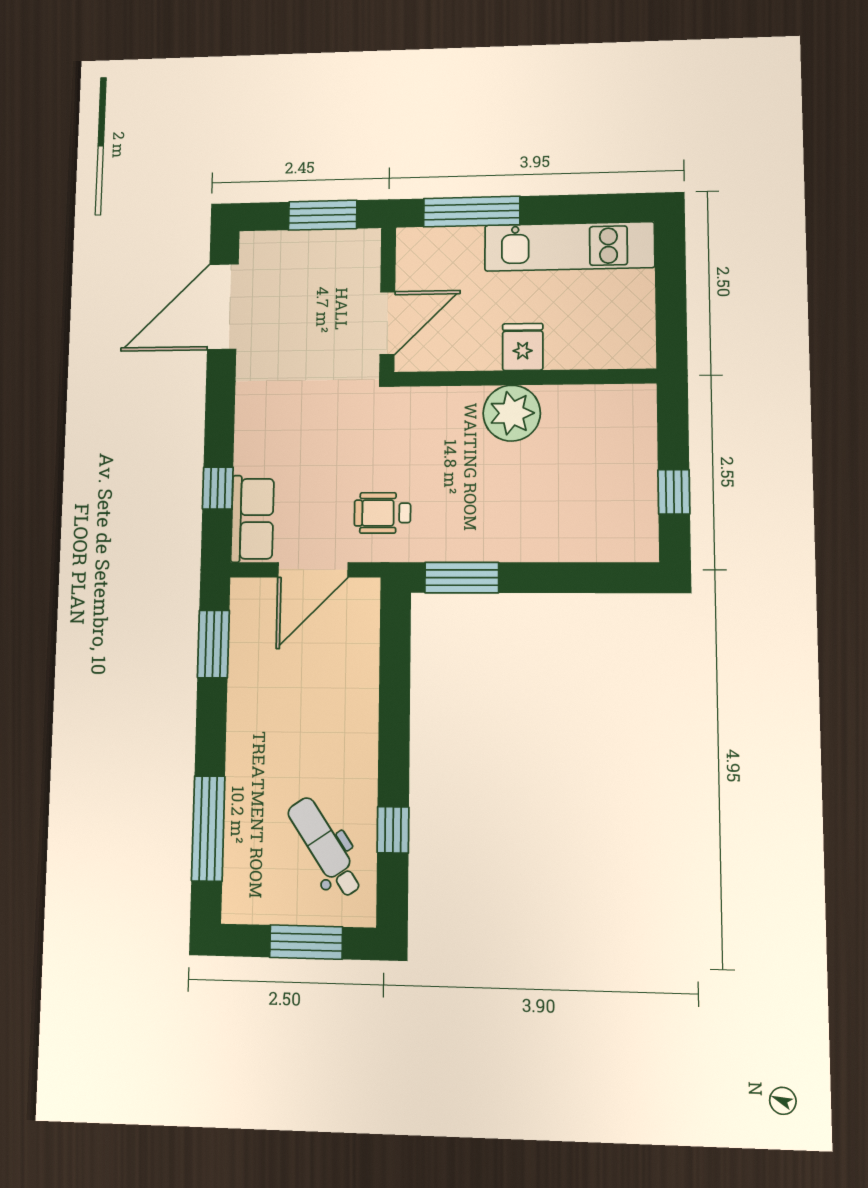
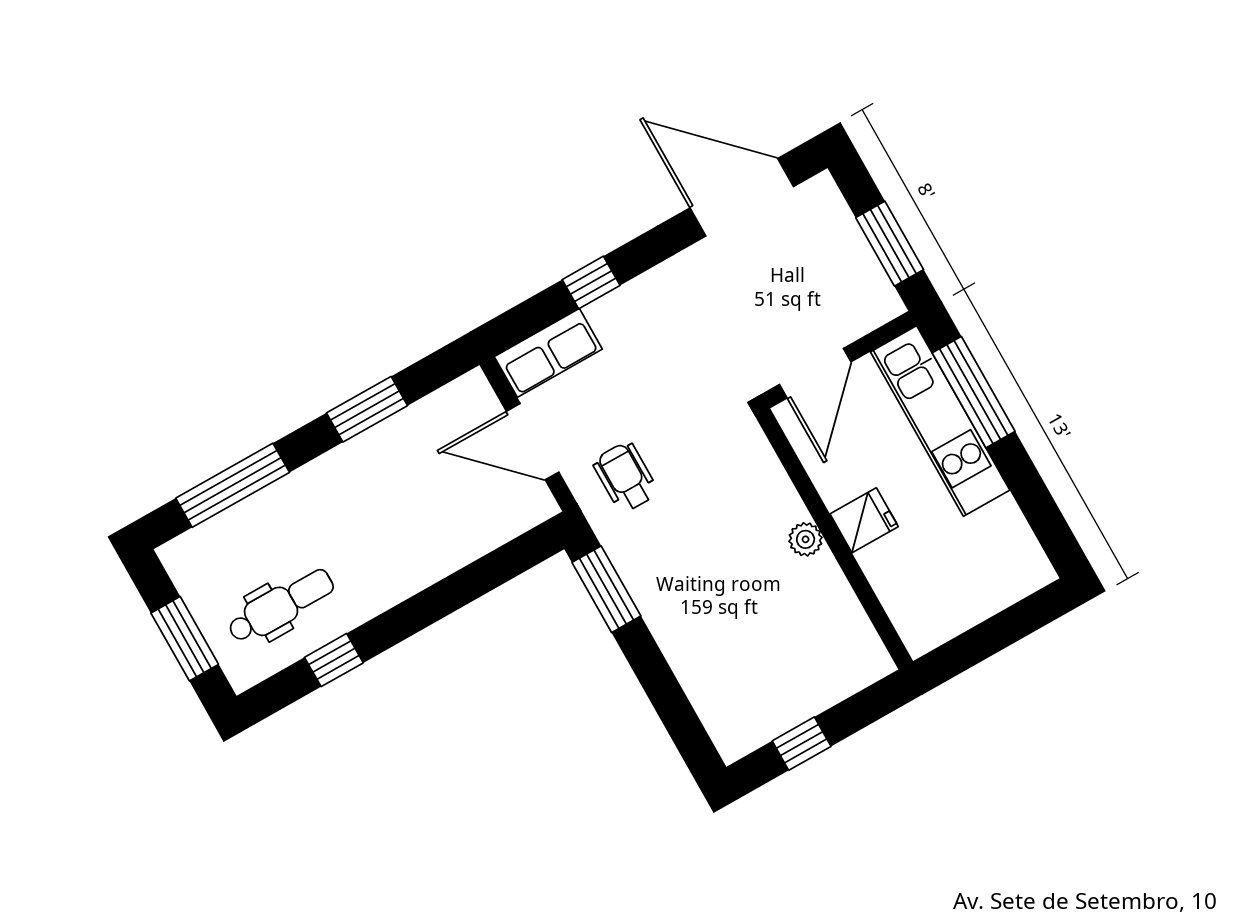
kitchen unit: (569, 246) -> (940, 421), moved
door: (387, 323) -> (815, 373), hinge flipped
plant: (512, 413) -> (806, 539), width x0.53, depth x0.53
window: (218, 488) -> (591, 282), moved
window: (213, 644) -> (367, 409), moved
dental chair: (325, 847) -> (281, 606), turned 34

